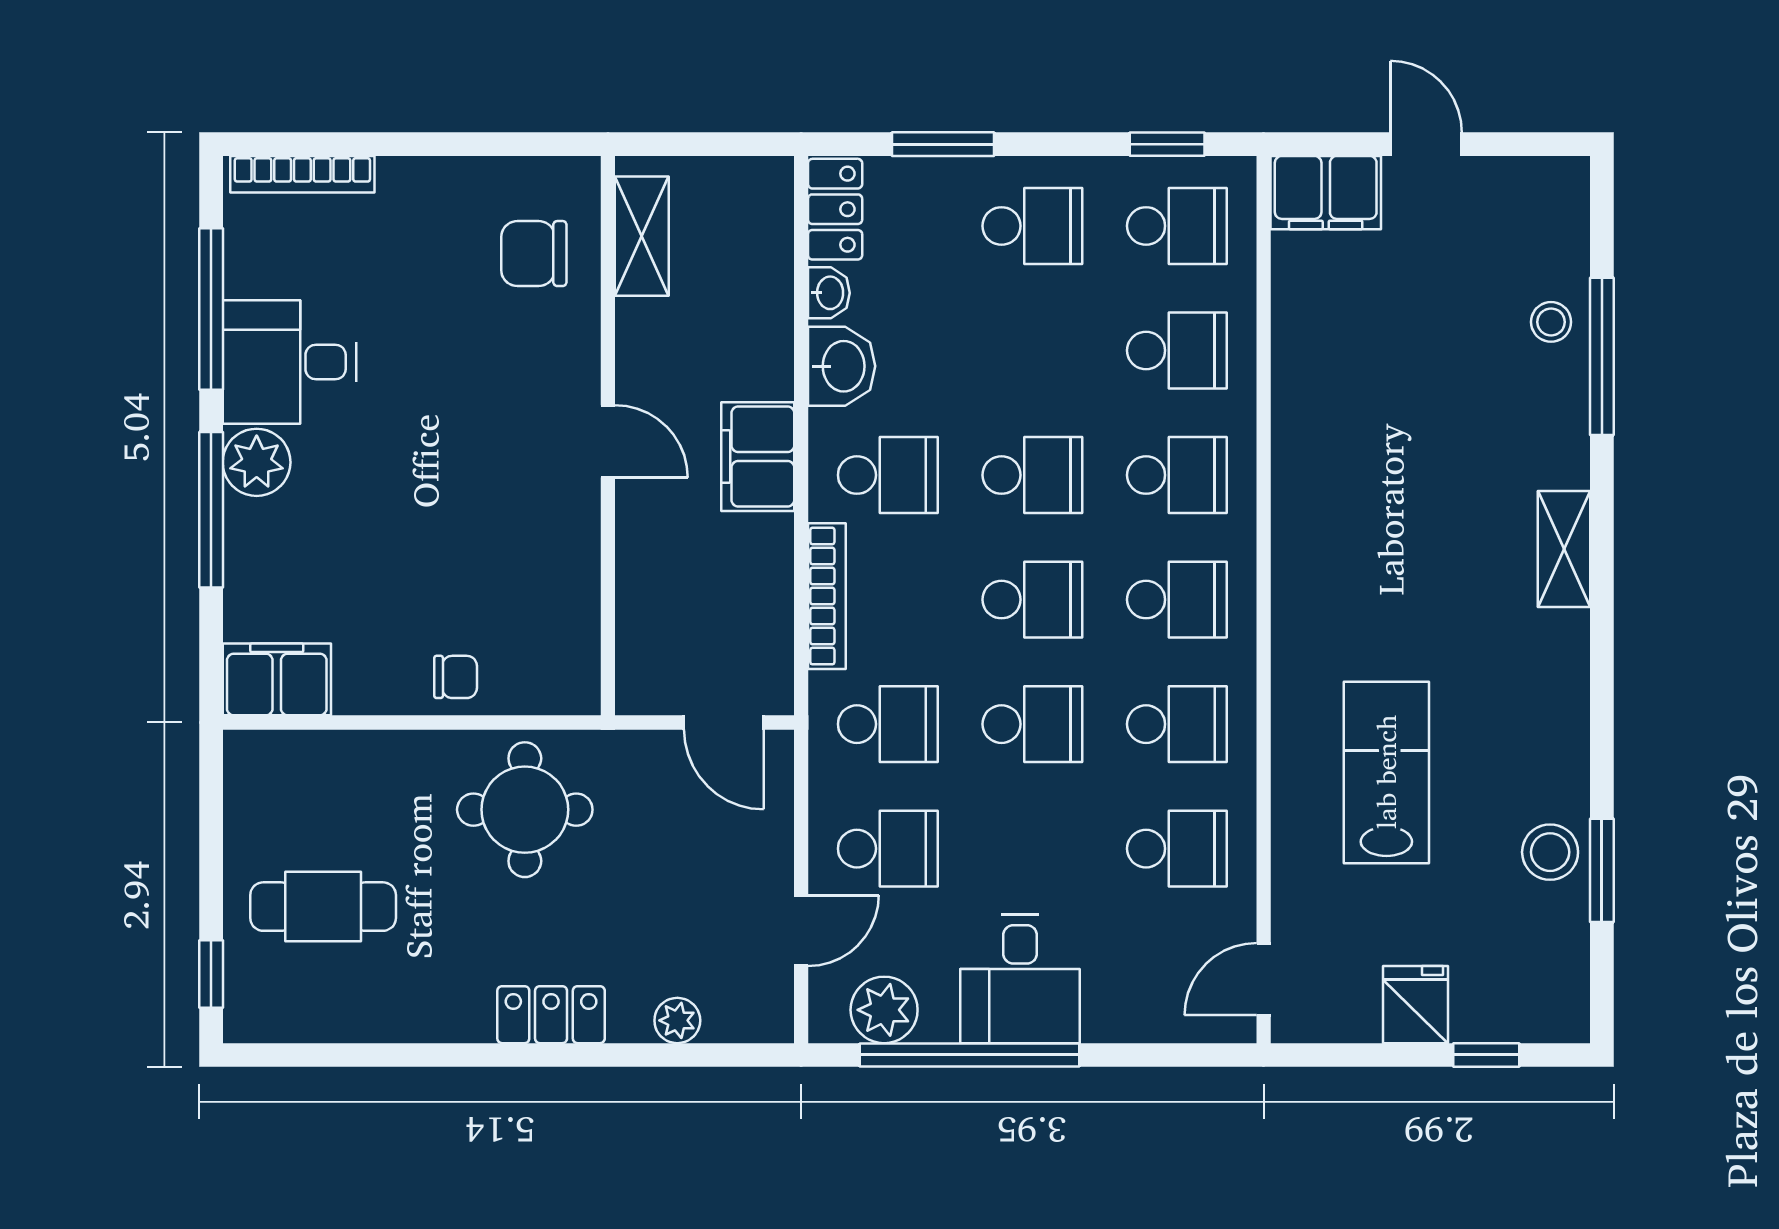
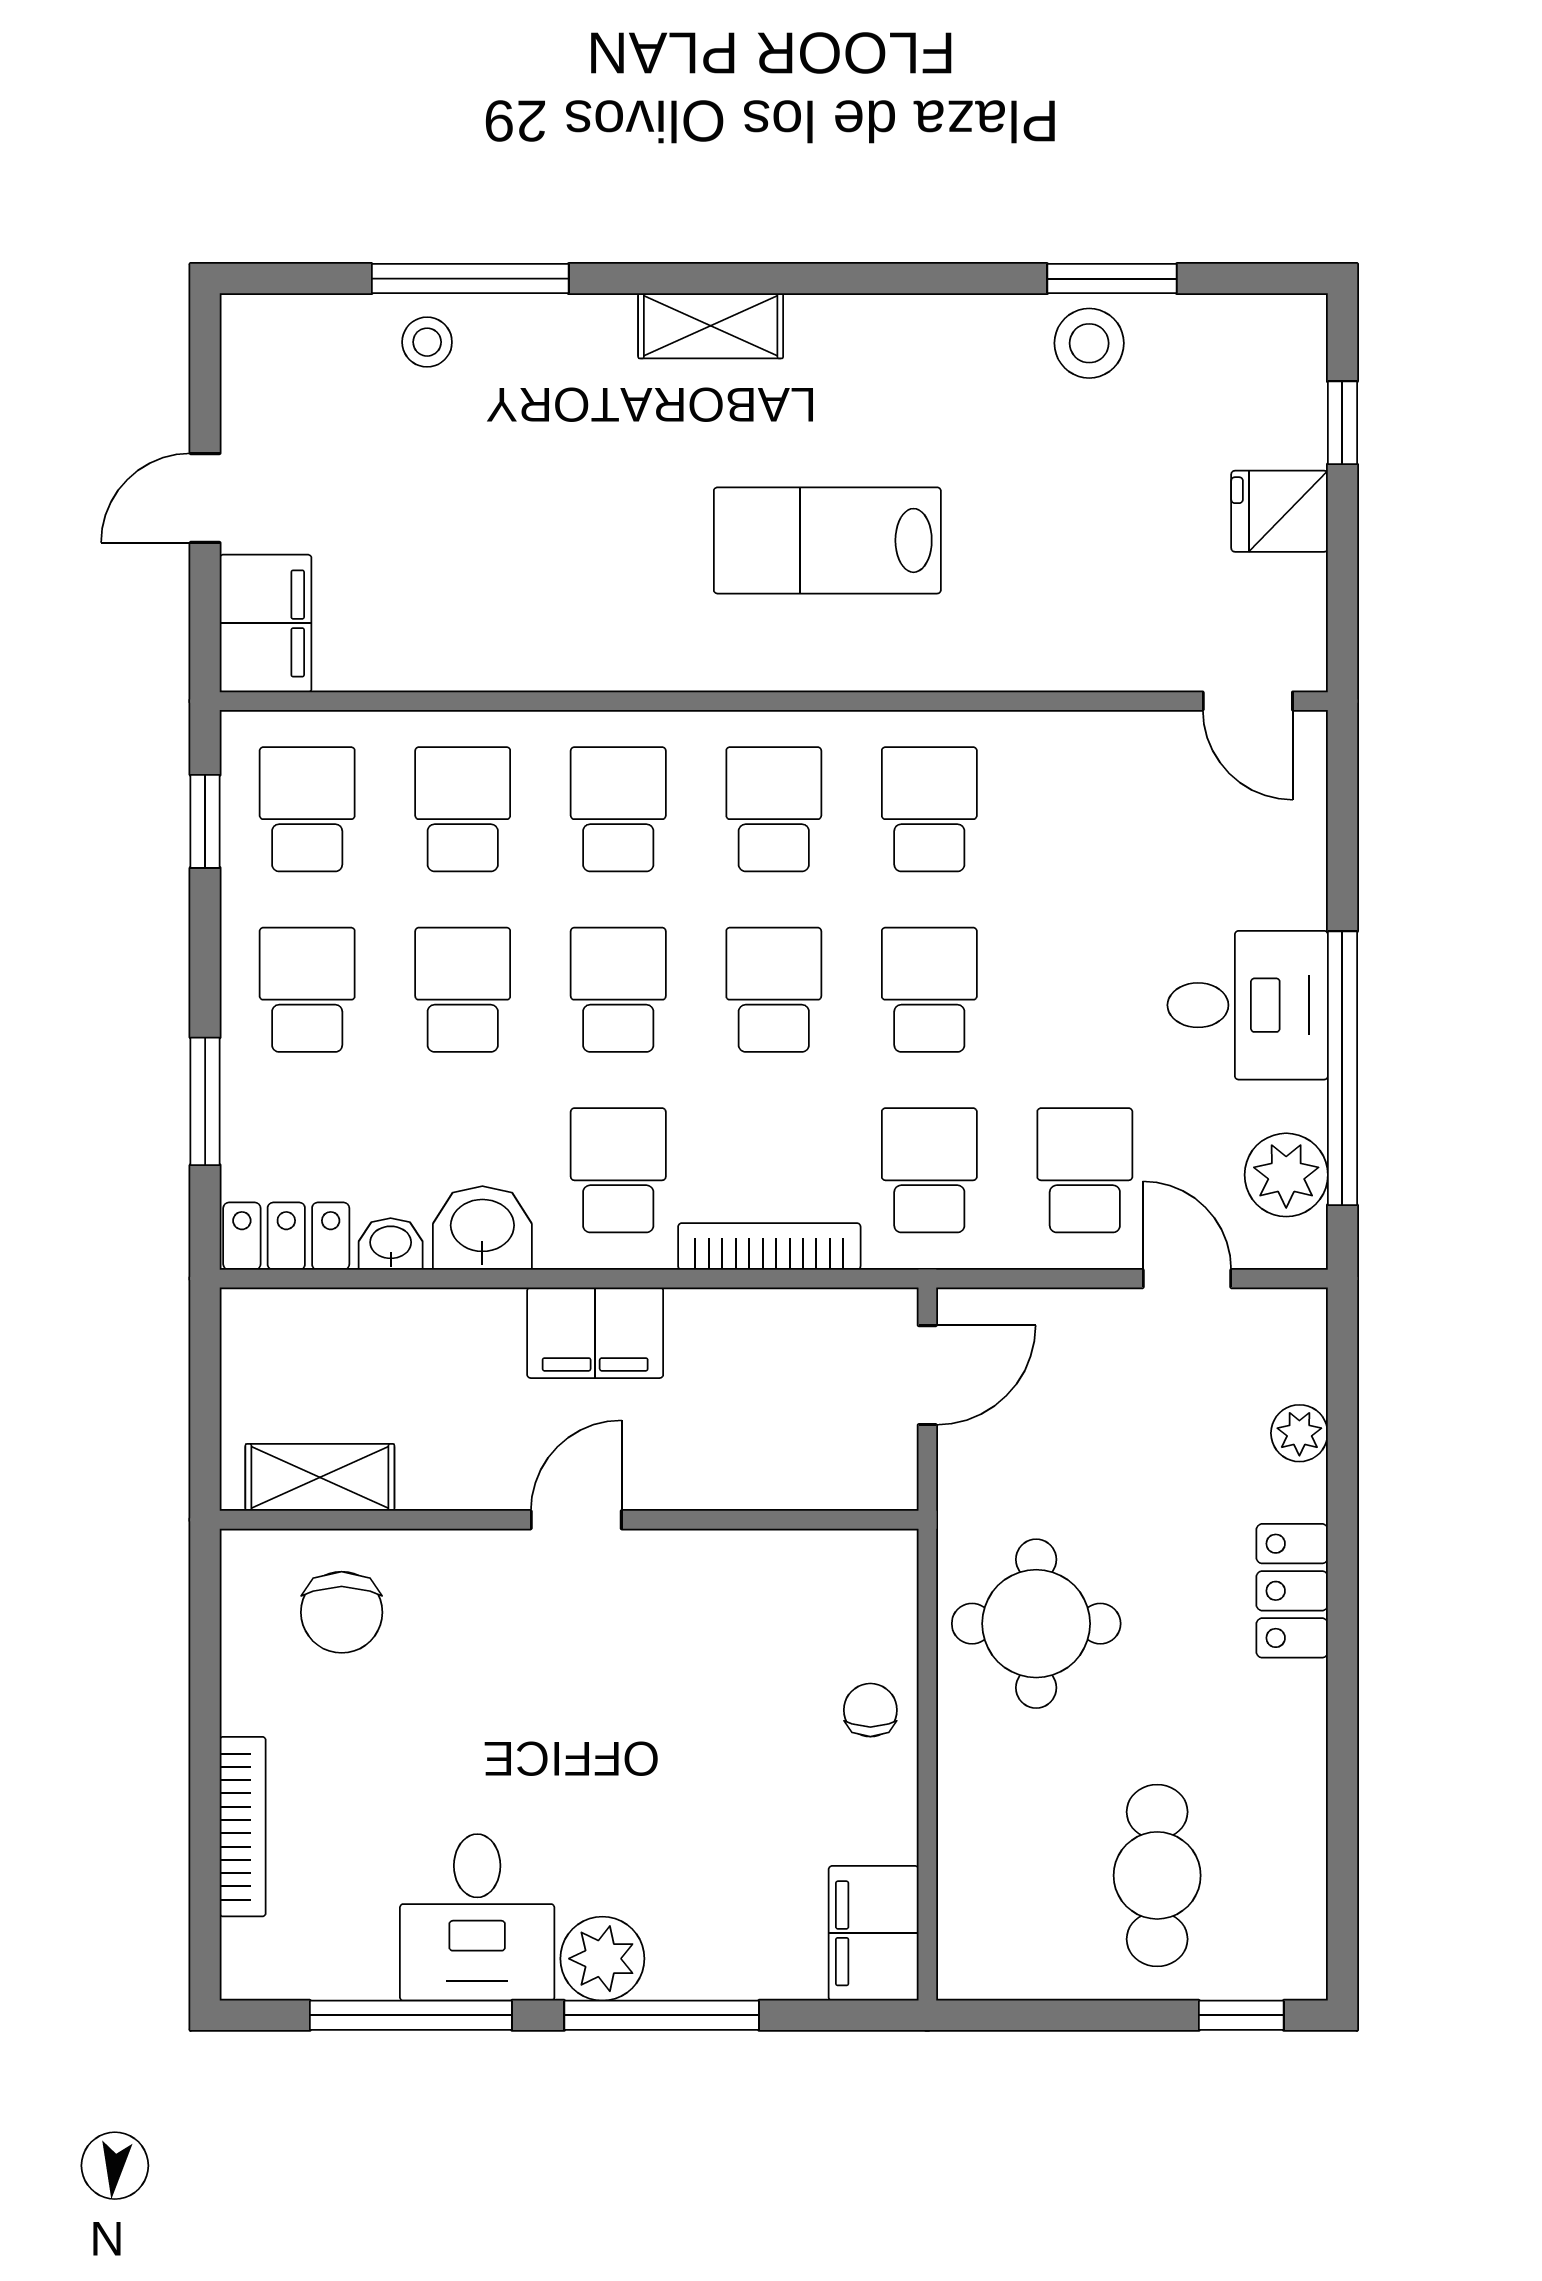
bookcase: (302, 174) -> (243, 1827), moved
lab bench: (1386, 772) -> (827, 540), moved
school desk: (1177, 849) -> (463, 990), moved

